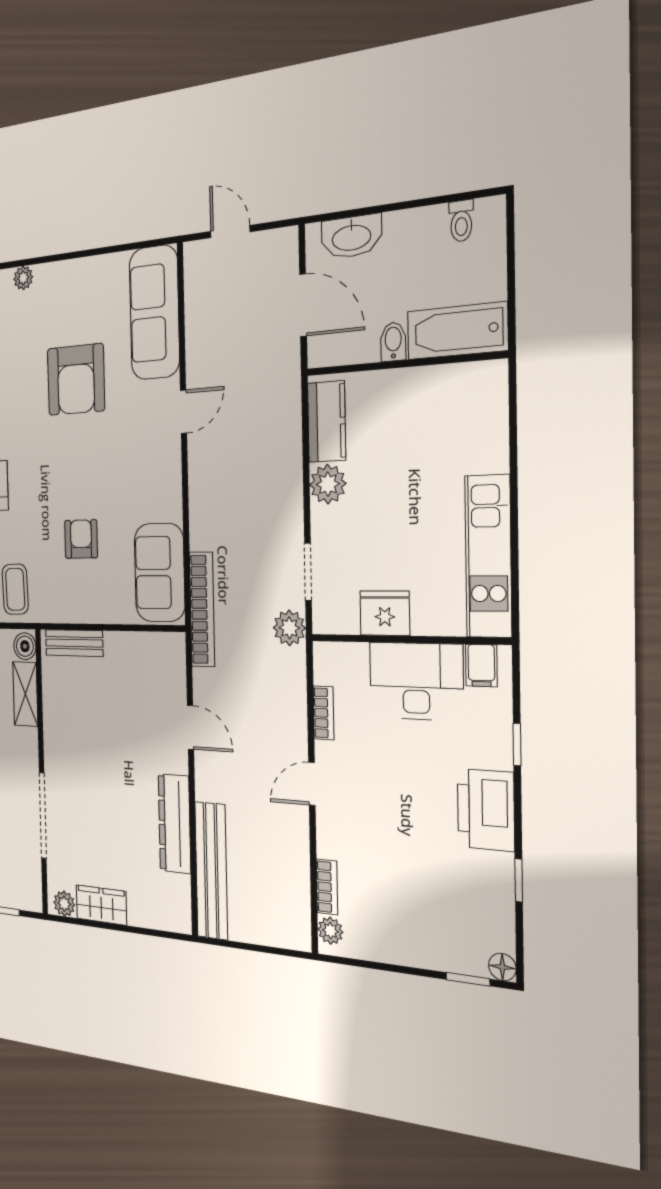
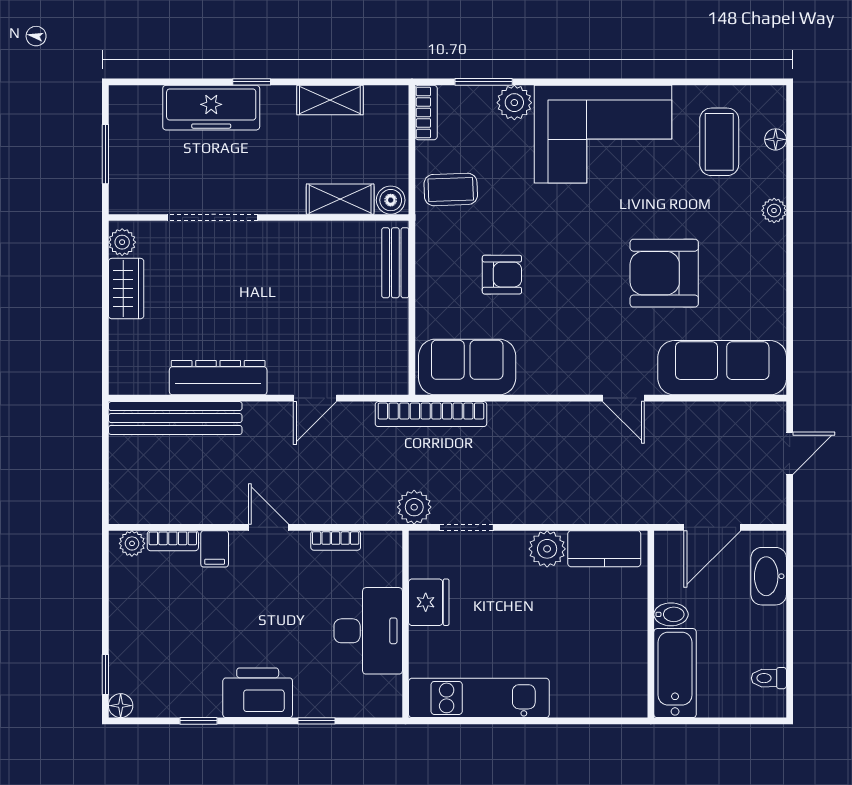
filing cabinet: (481, 665) -> (215, 549), moved, turned -90

